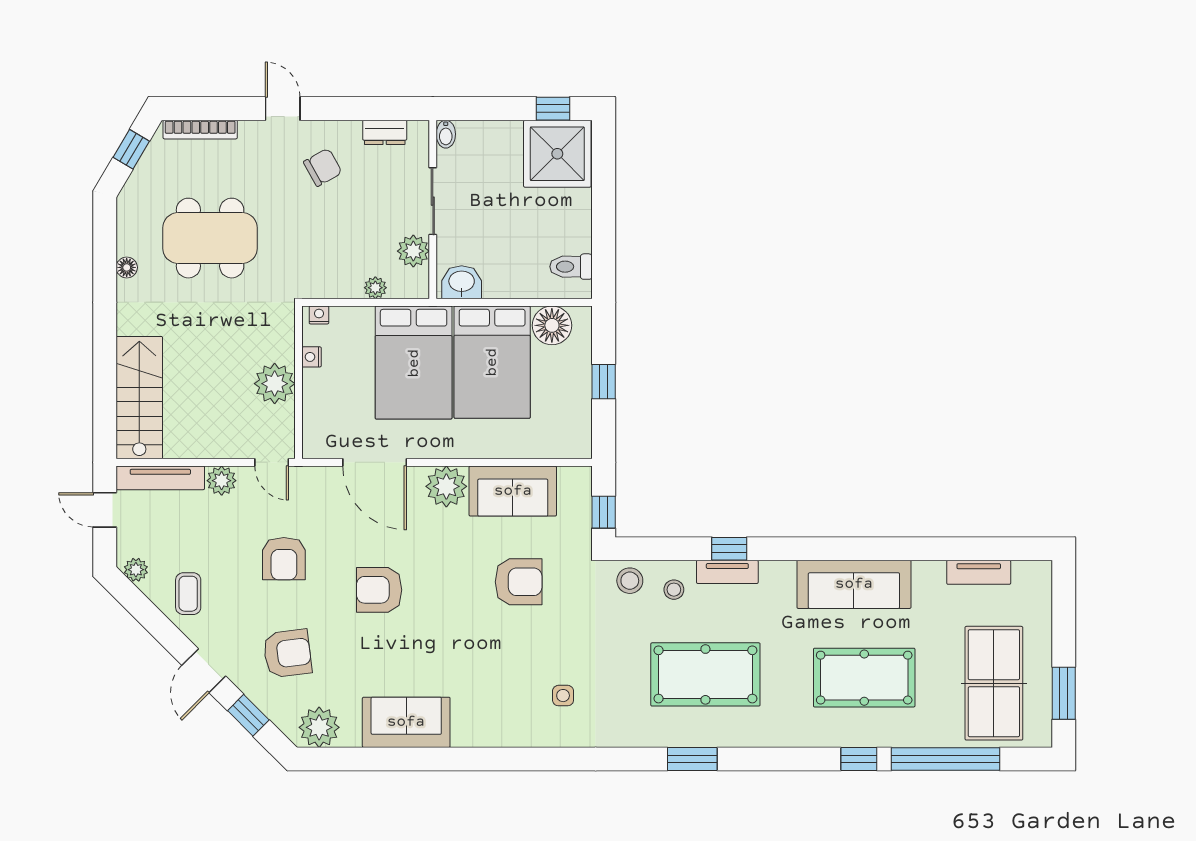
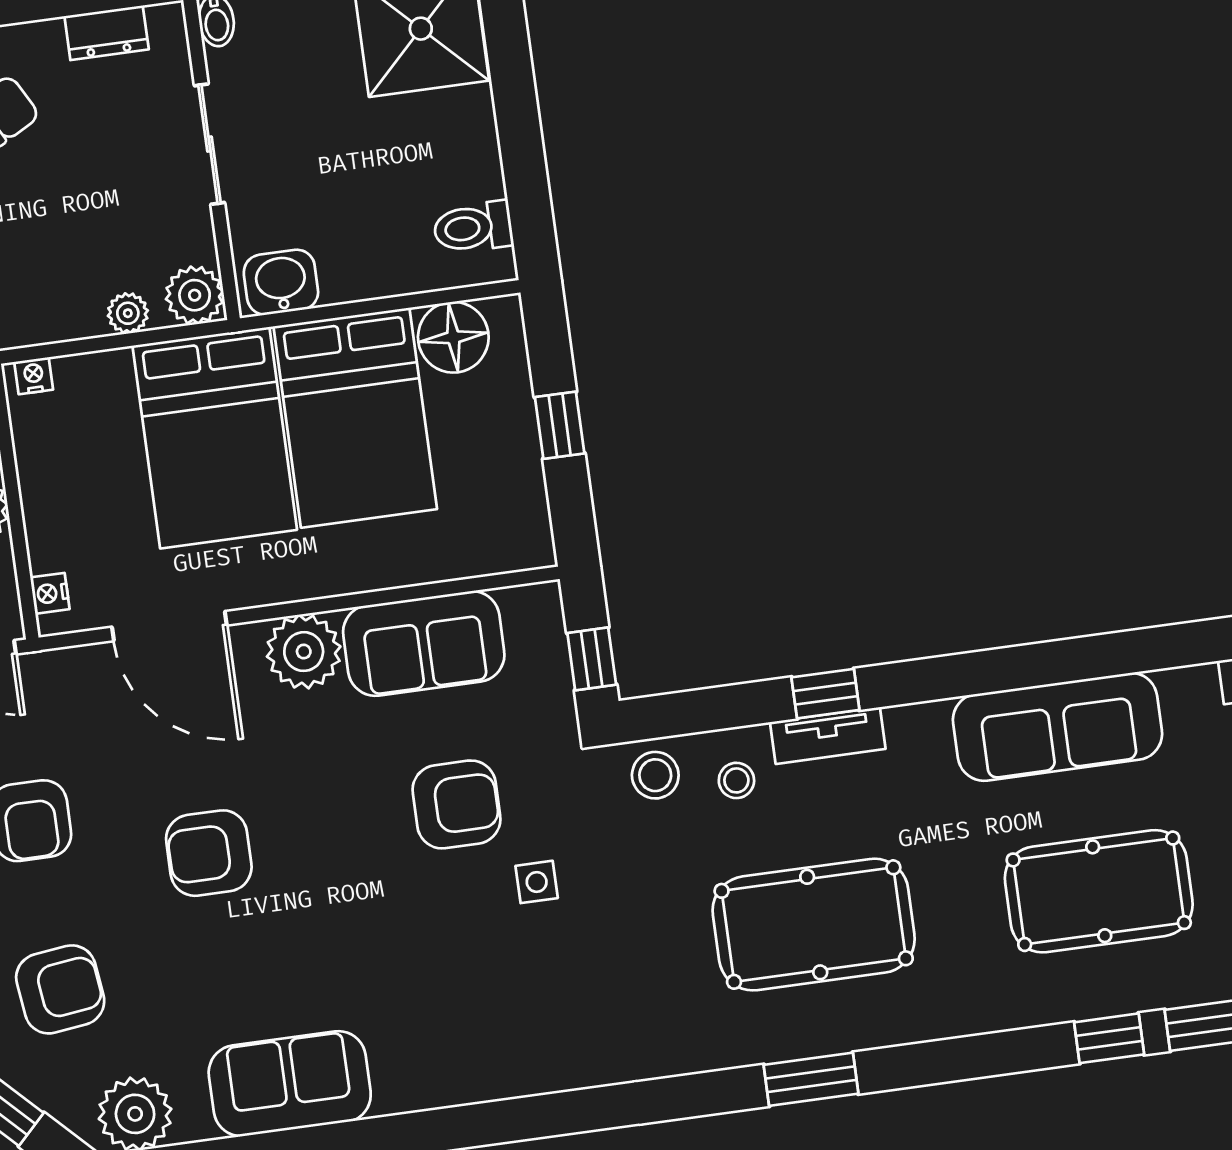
plant: (413, 251) -> (195, 295), moved
nightstand: (312, 357) -> (50, 593), moved
side table: (563, 696) -> (537, 882), moved

